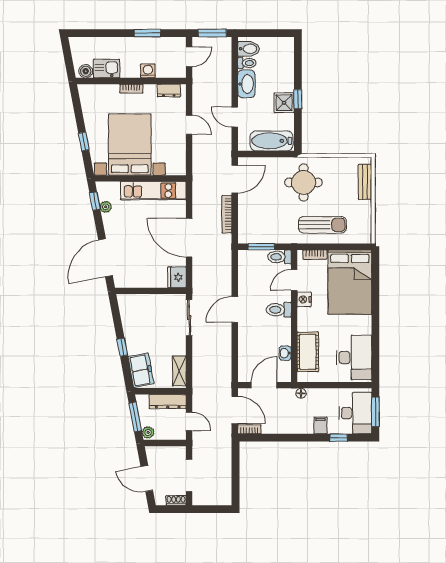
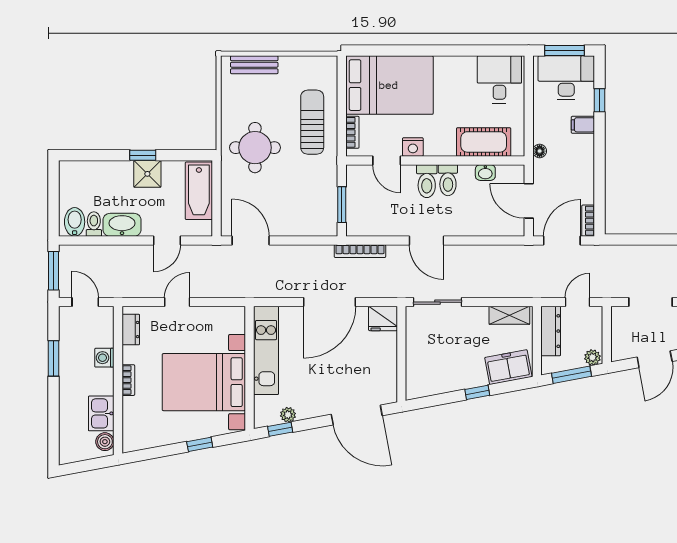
bookcase: (227, 214) -> (360, 251), moved
toilet: (279, 257) -> (448, 180), moved
desk: (354, 357) -> (499, 79), width x0.73

